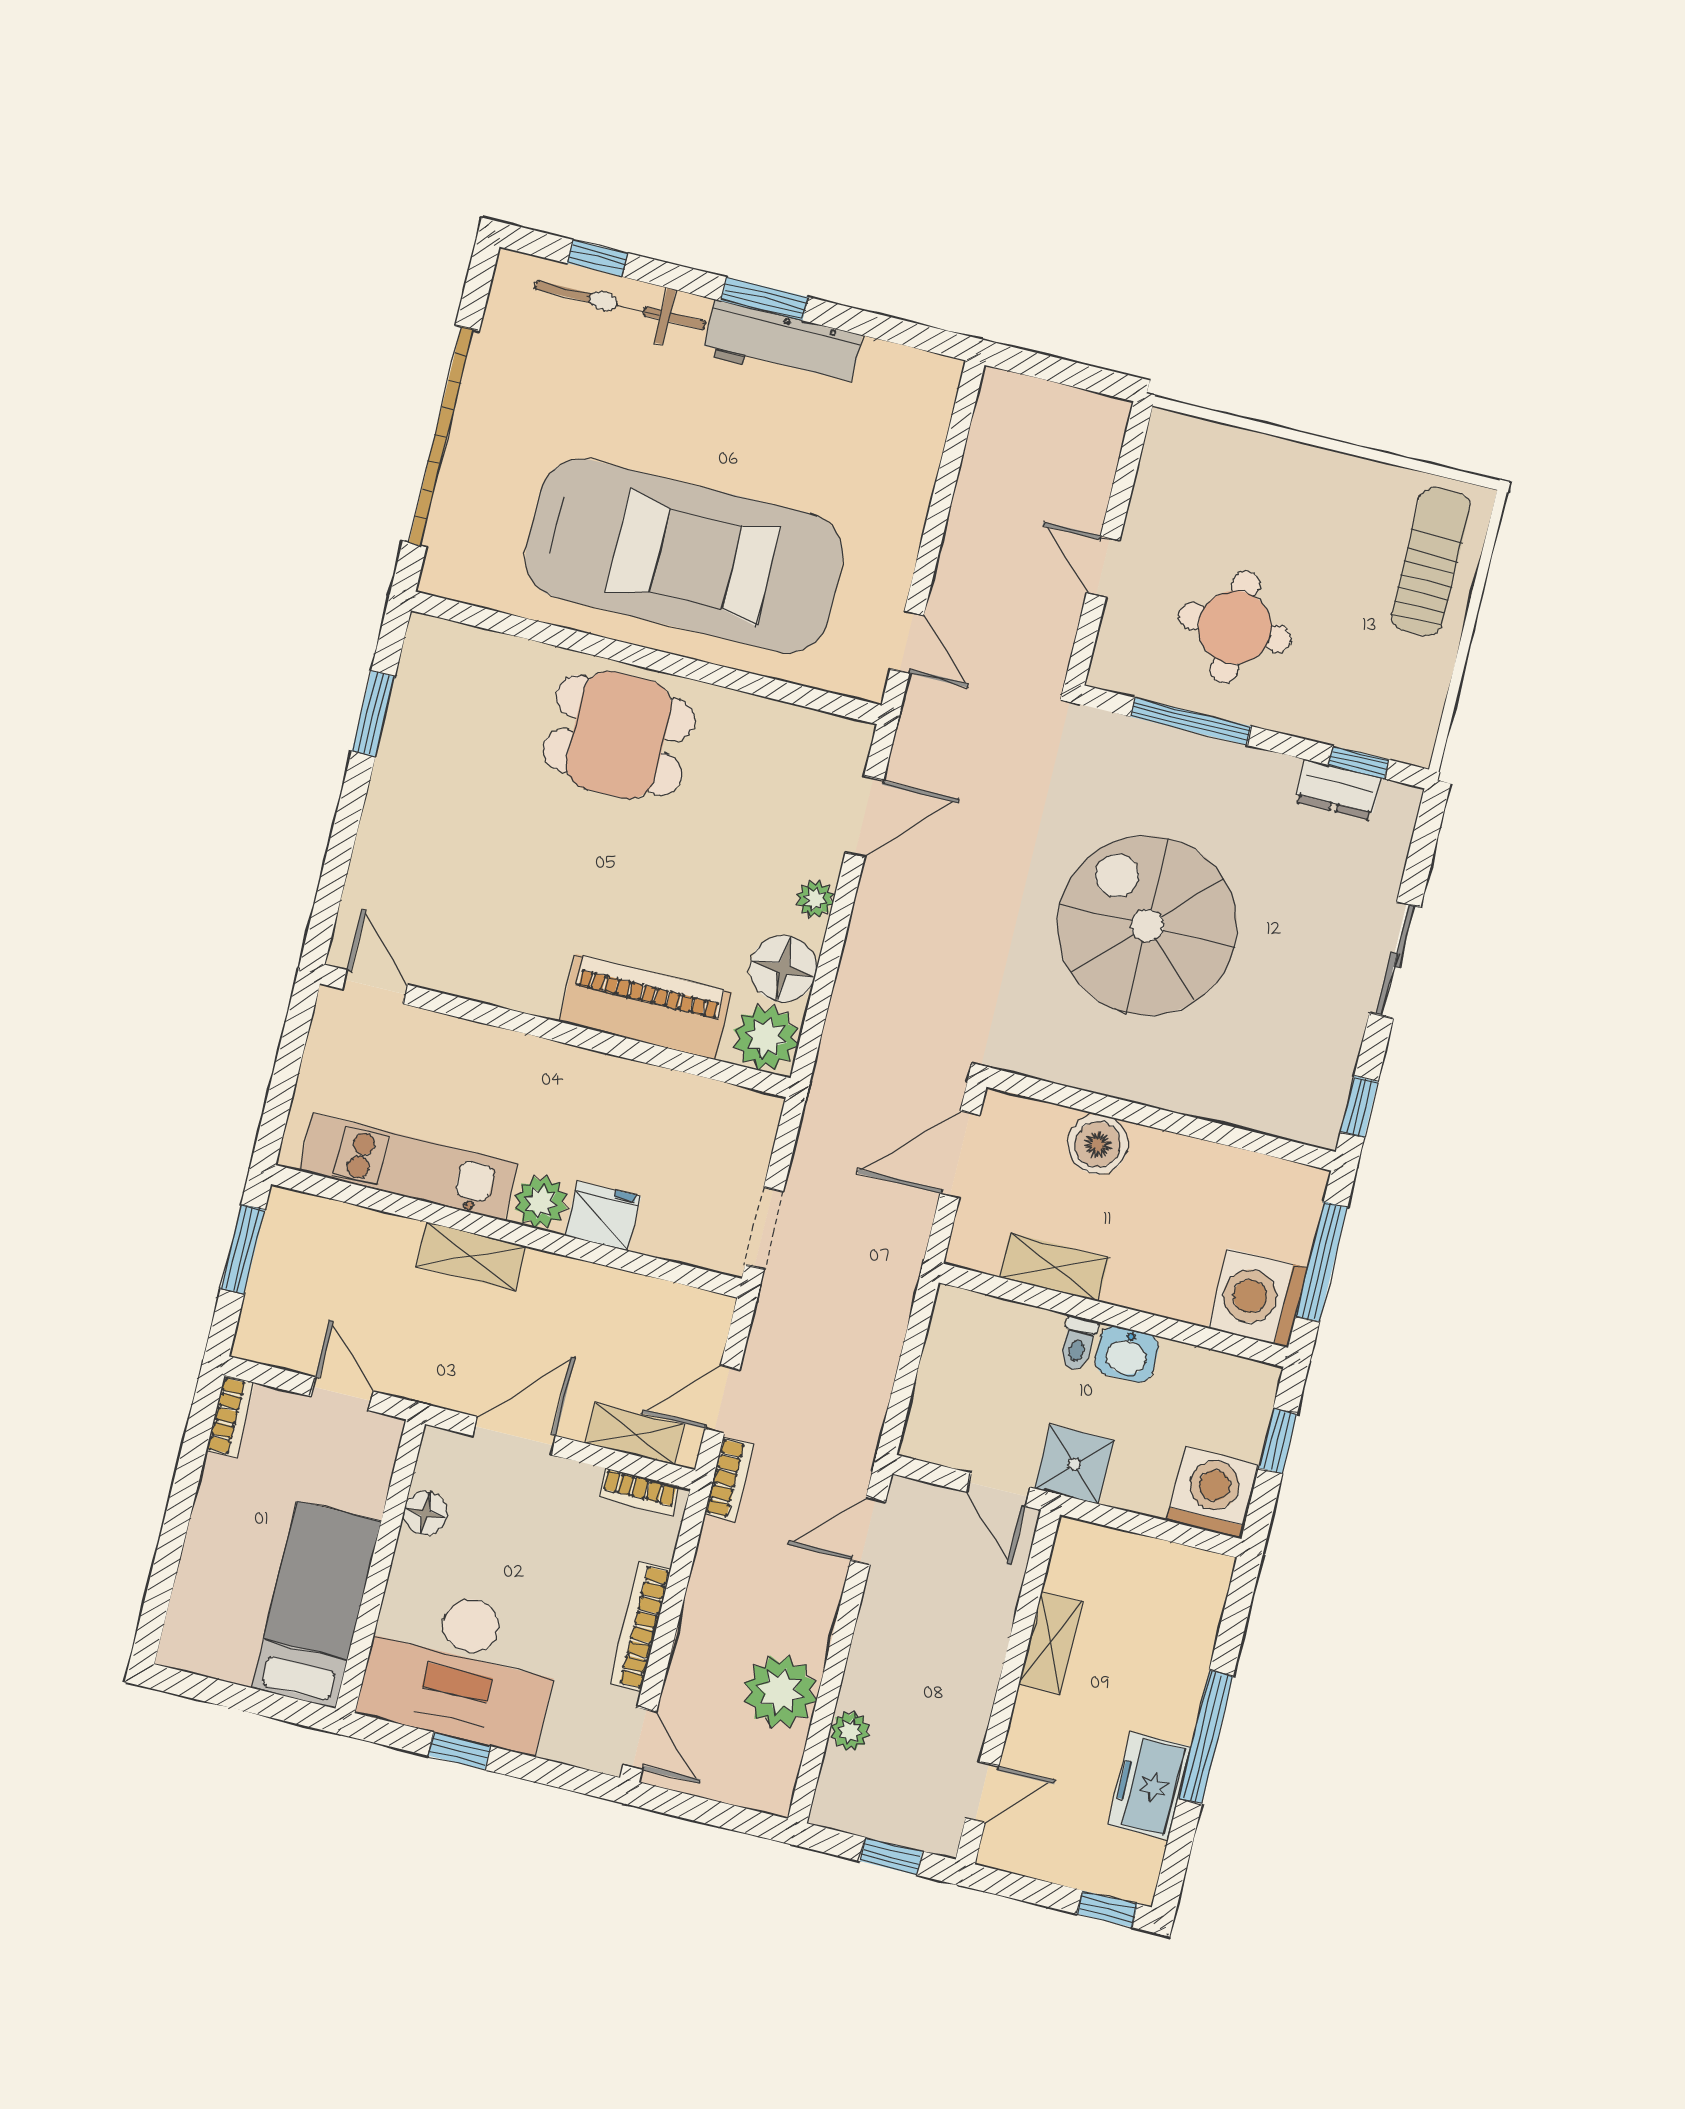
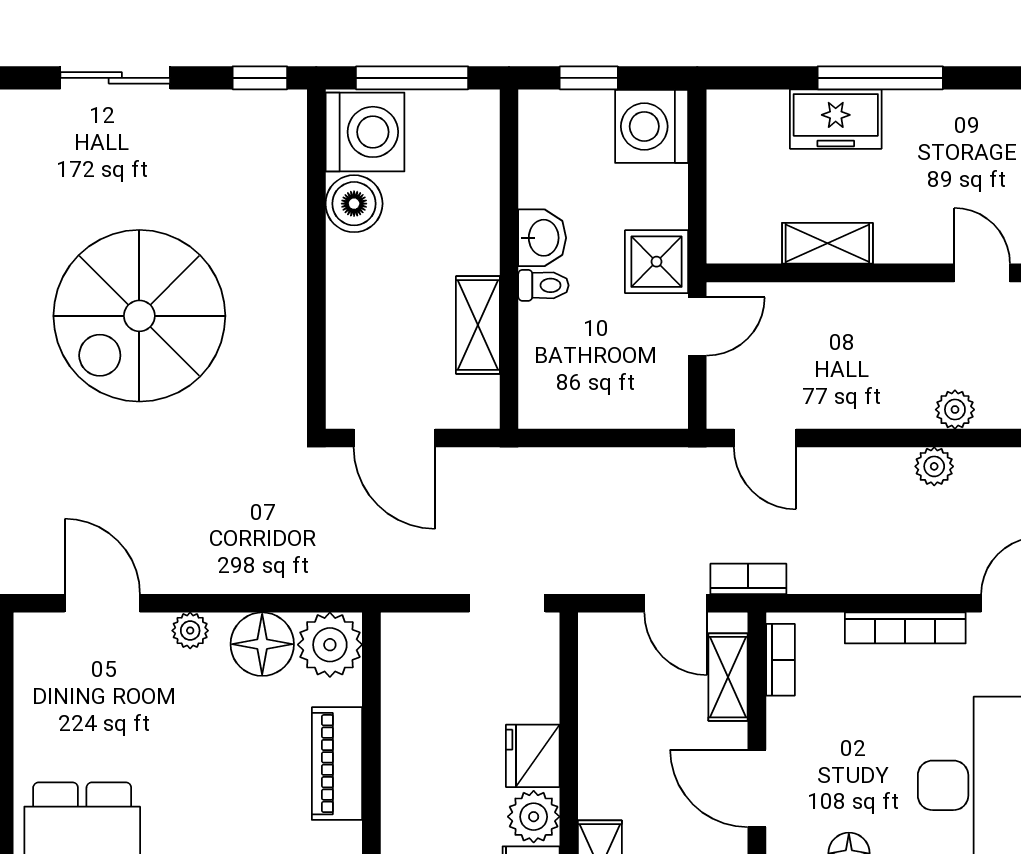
piano: (645, 1007) -> (337, 764), width x0.73, depth x0.75
boiler: (1098, 1144) -> (354, 204), moved
washing machine: (1258, 1298) -> (365, 132), moved, turned -90
plant: (780, 1692) -> (934, 466), width x0.53, depth x0.53
freezer: (1149, 1786) -> (836, 119), moved

